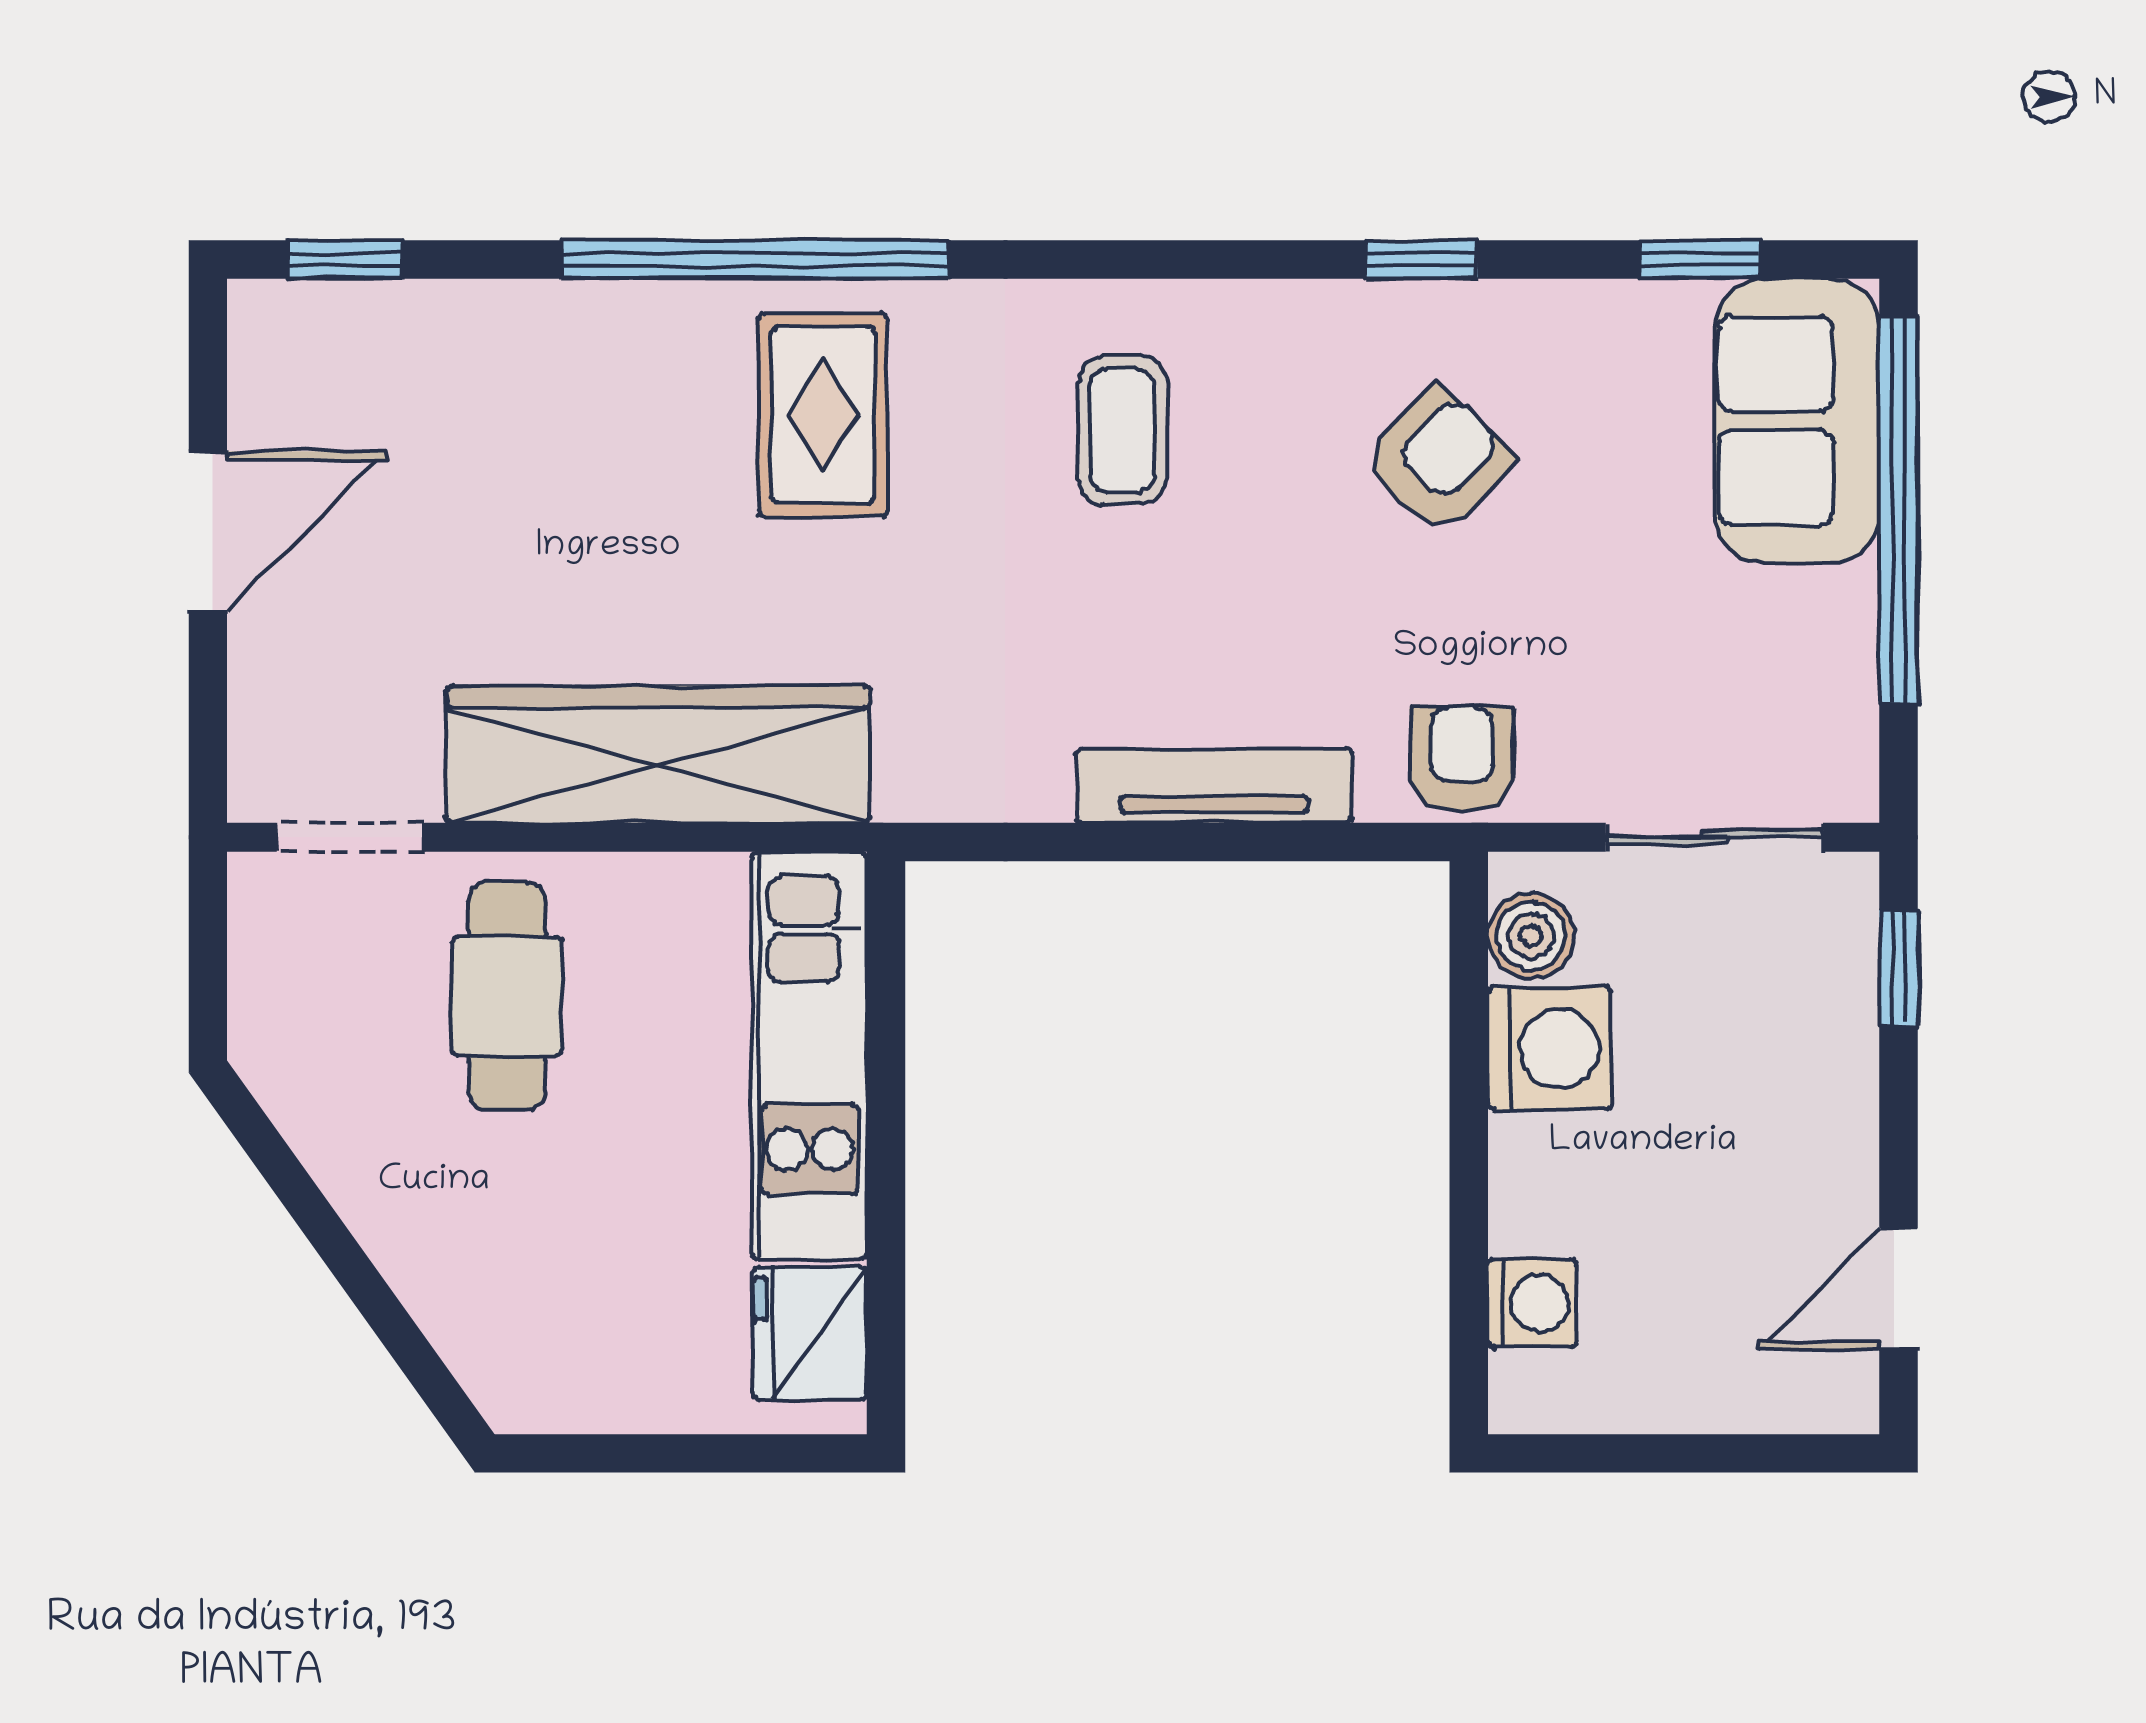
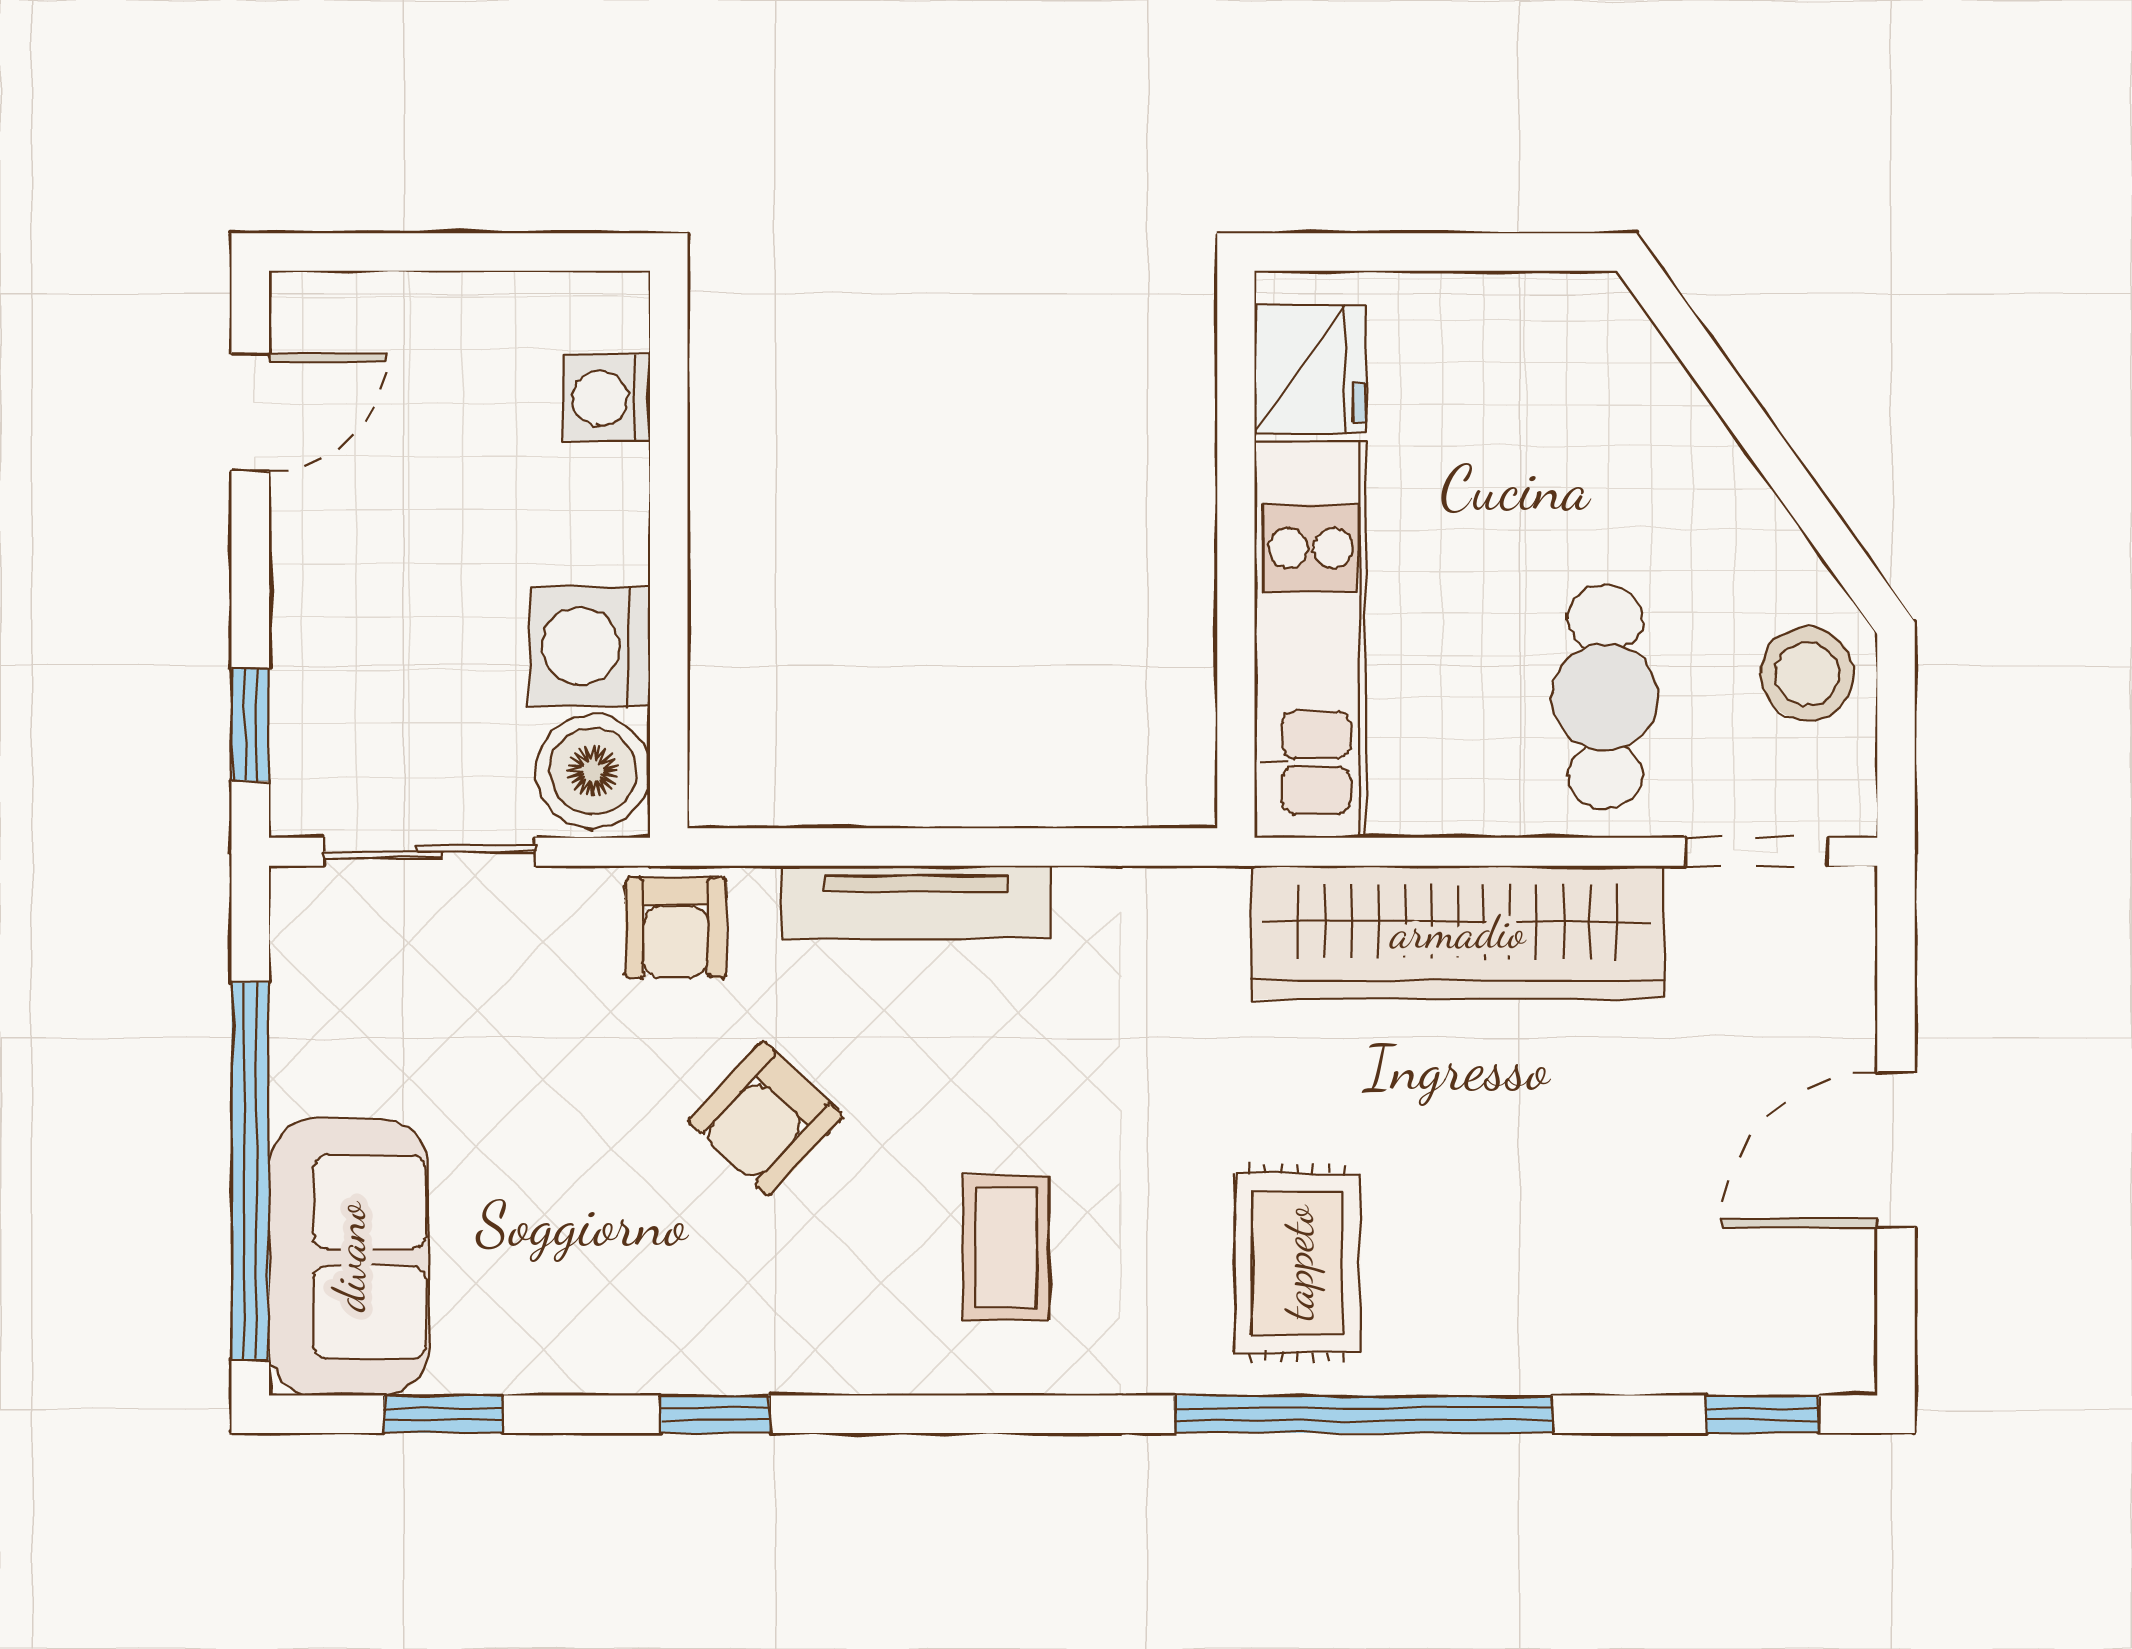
armchair: (1438, 460) -> (765, 1119), moved
boiler: (1531, 936) -> (593, 771), width x1.36, depth x1.36
stool: (299, 1020) -> (1807, 674), added

